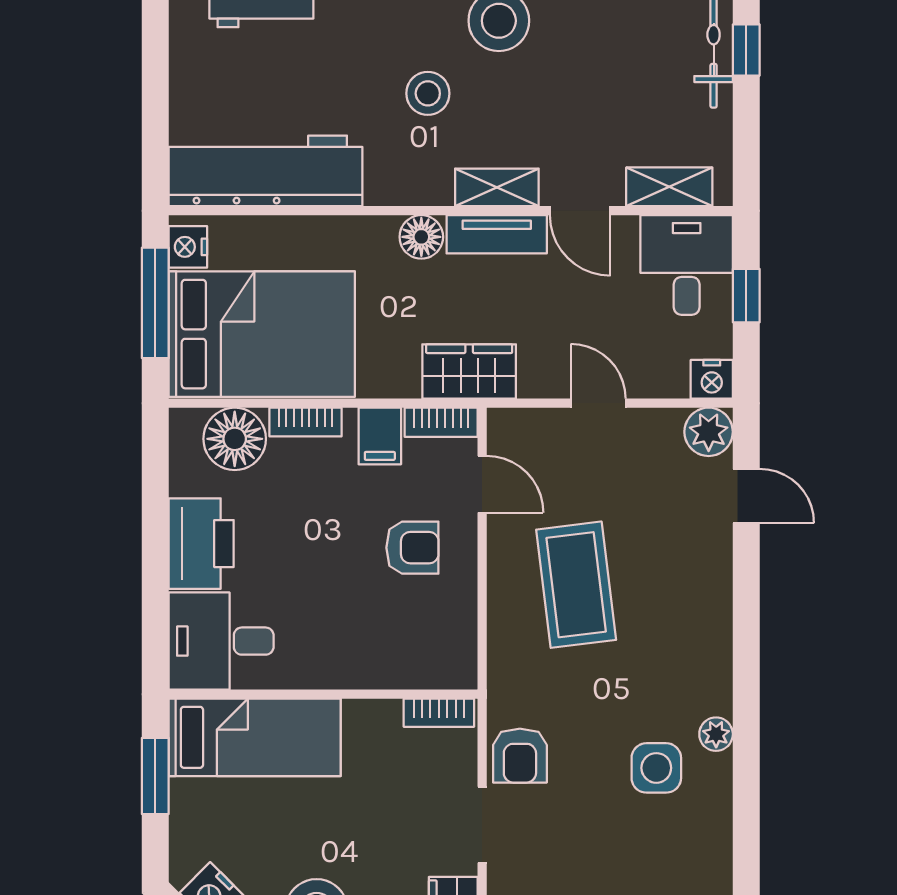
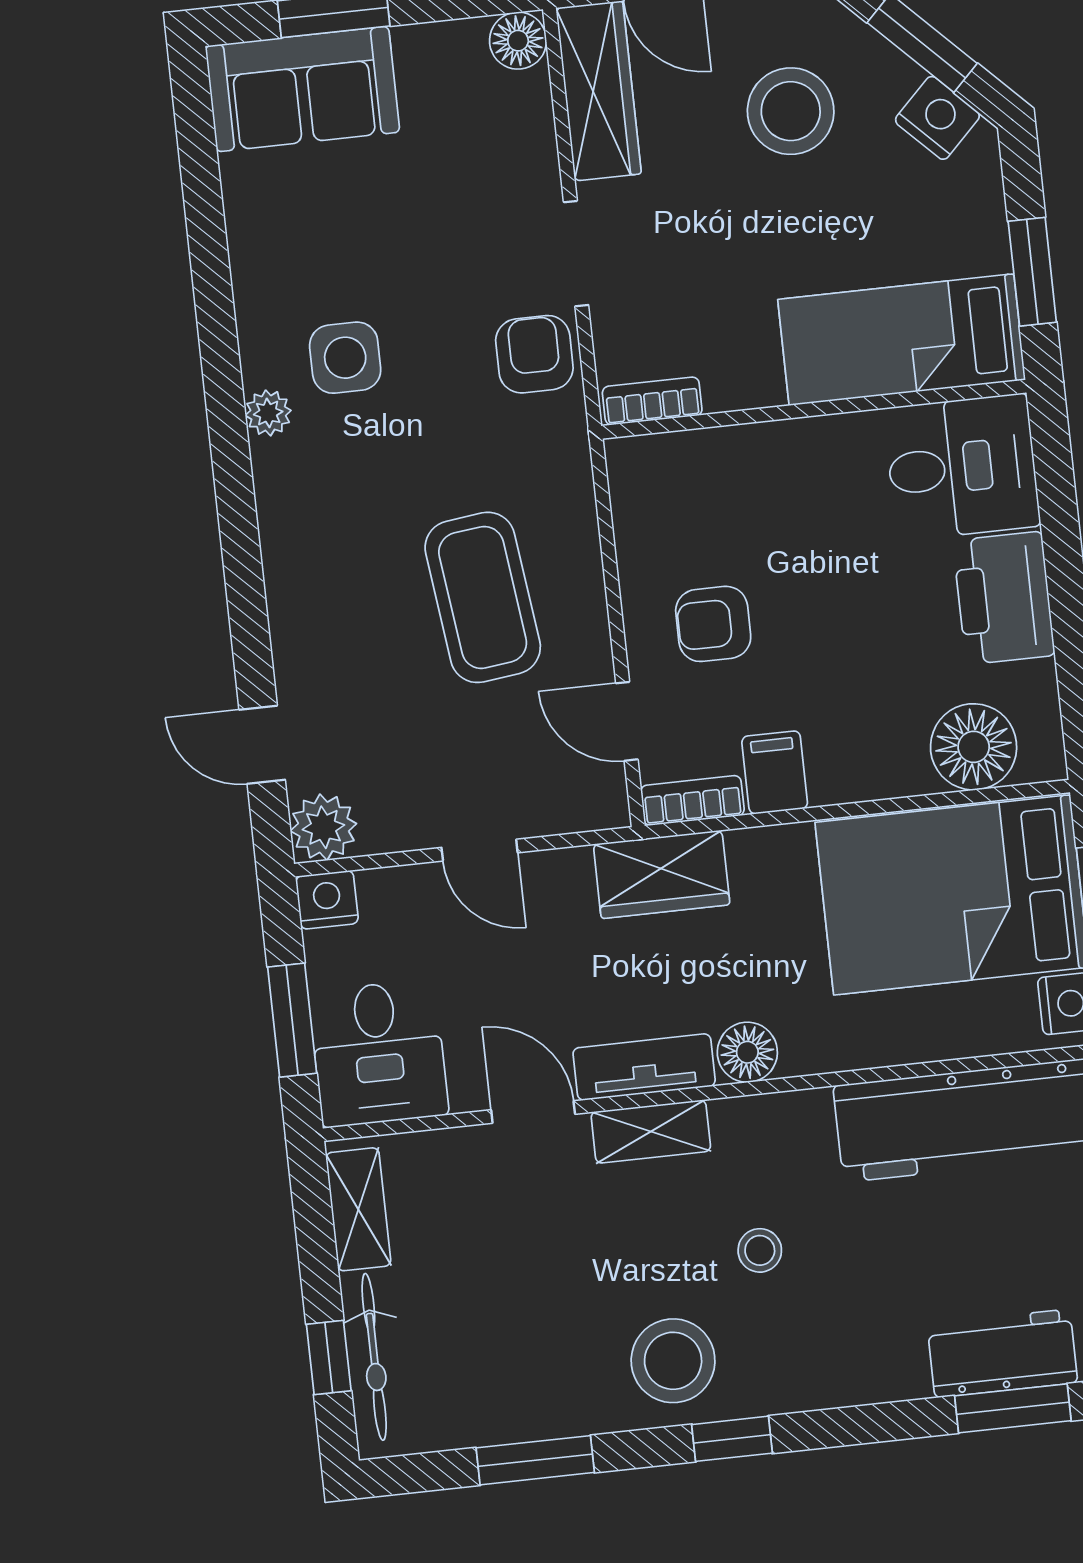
stool: (428, 93) -> (760, 1250), width x0.73, depth x0.73
shelving: (669, 187) -> (358, 1209), moved, turned 90
window: (746, 296) -> (292, 1020), width x1.50
bookcase: (305, 422) -> (879, 780), removed

